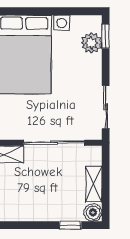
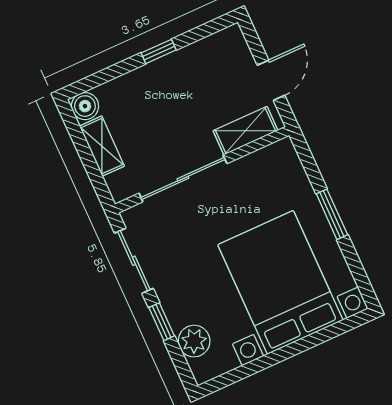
window: (106, 36) -> (162, 322), moved
window: (70, 225) -> (159, 51), moved

